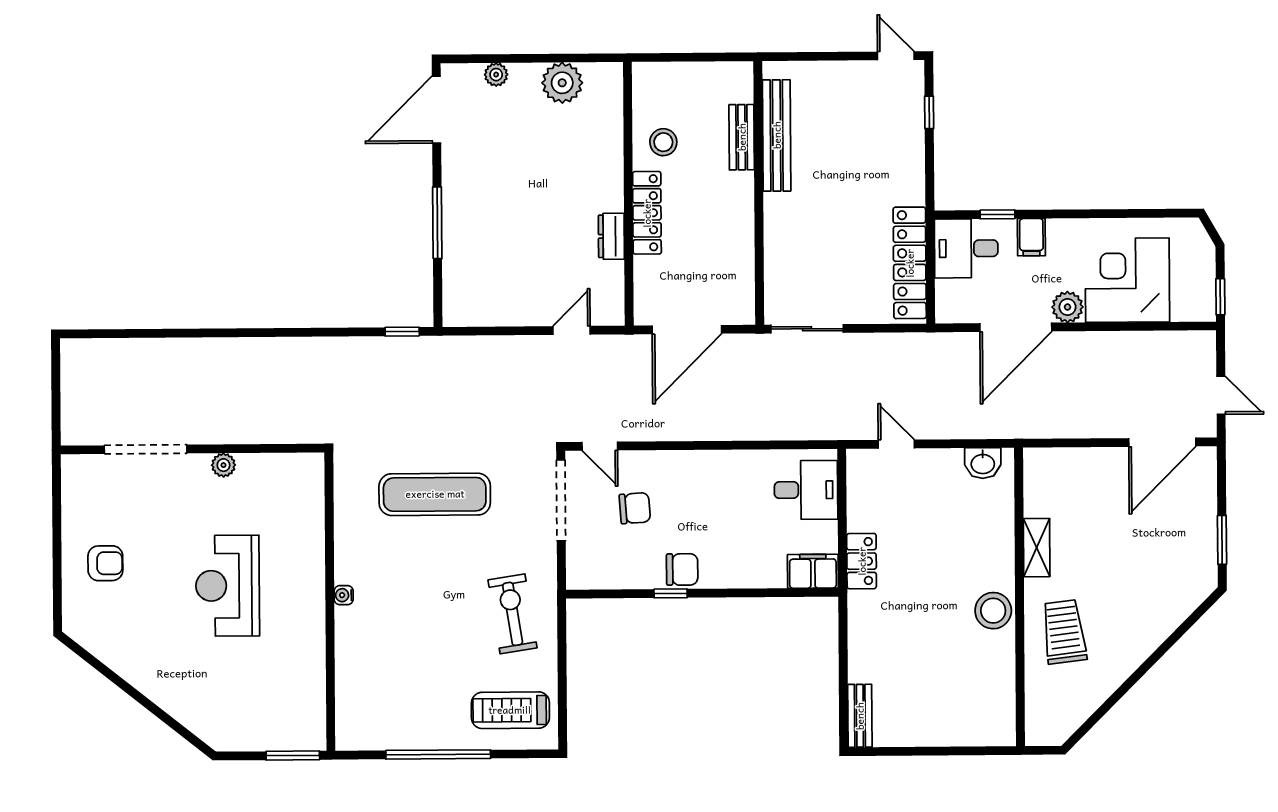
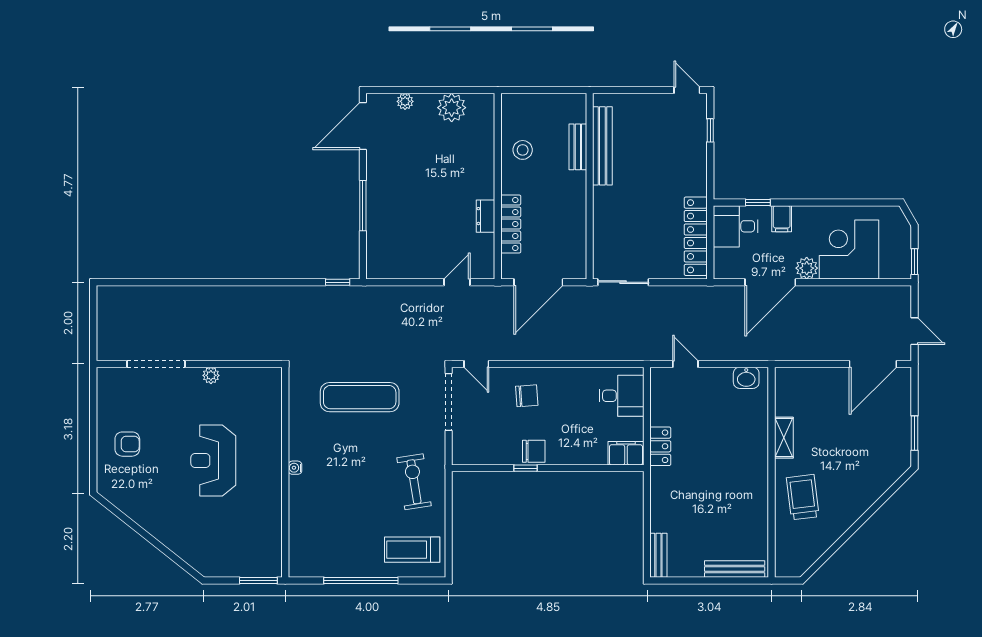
locker: (647, 213) -> (511, 224), moved
chair: (635, 508) -> (527, 396), moved
stool: (993, 611) -> (753, 482), removed
bench: (968, 735) -> (735, 569), added

